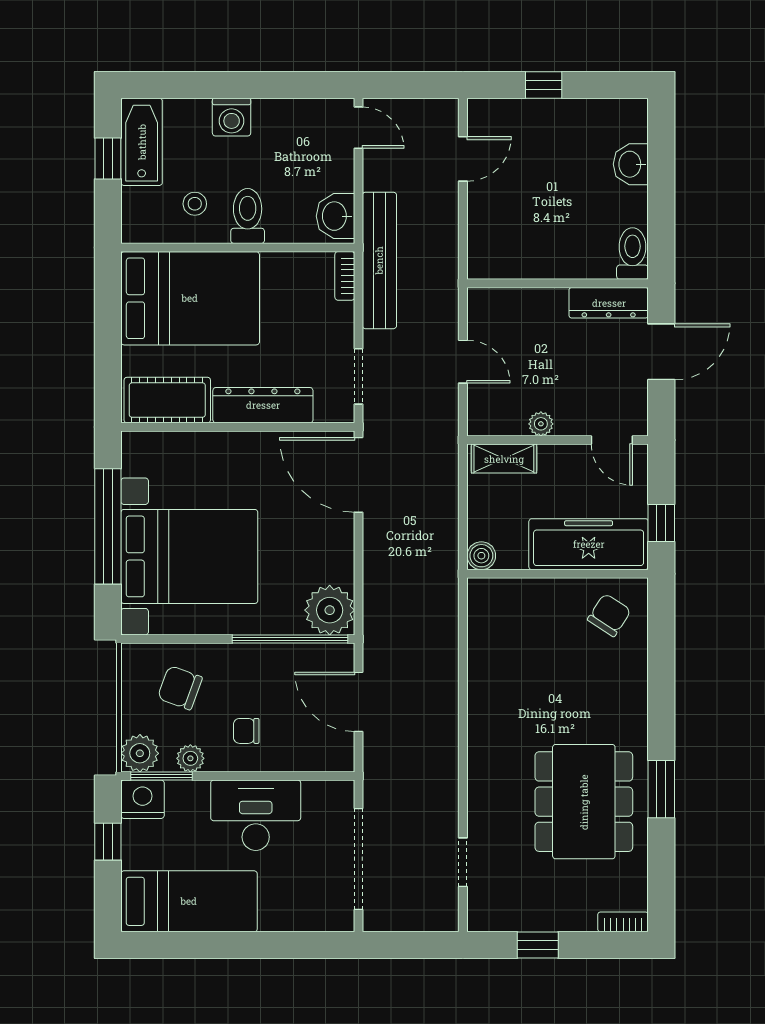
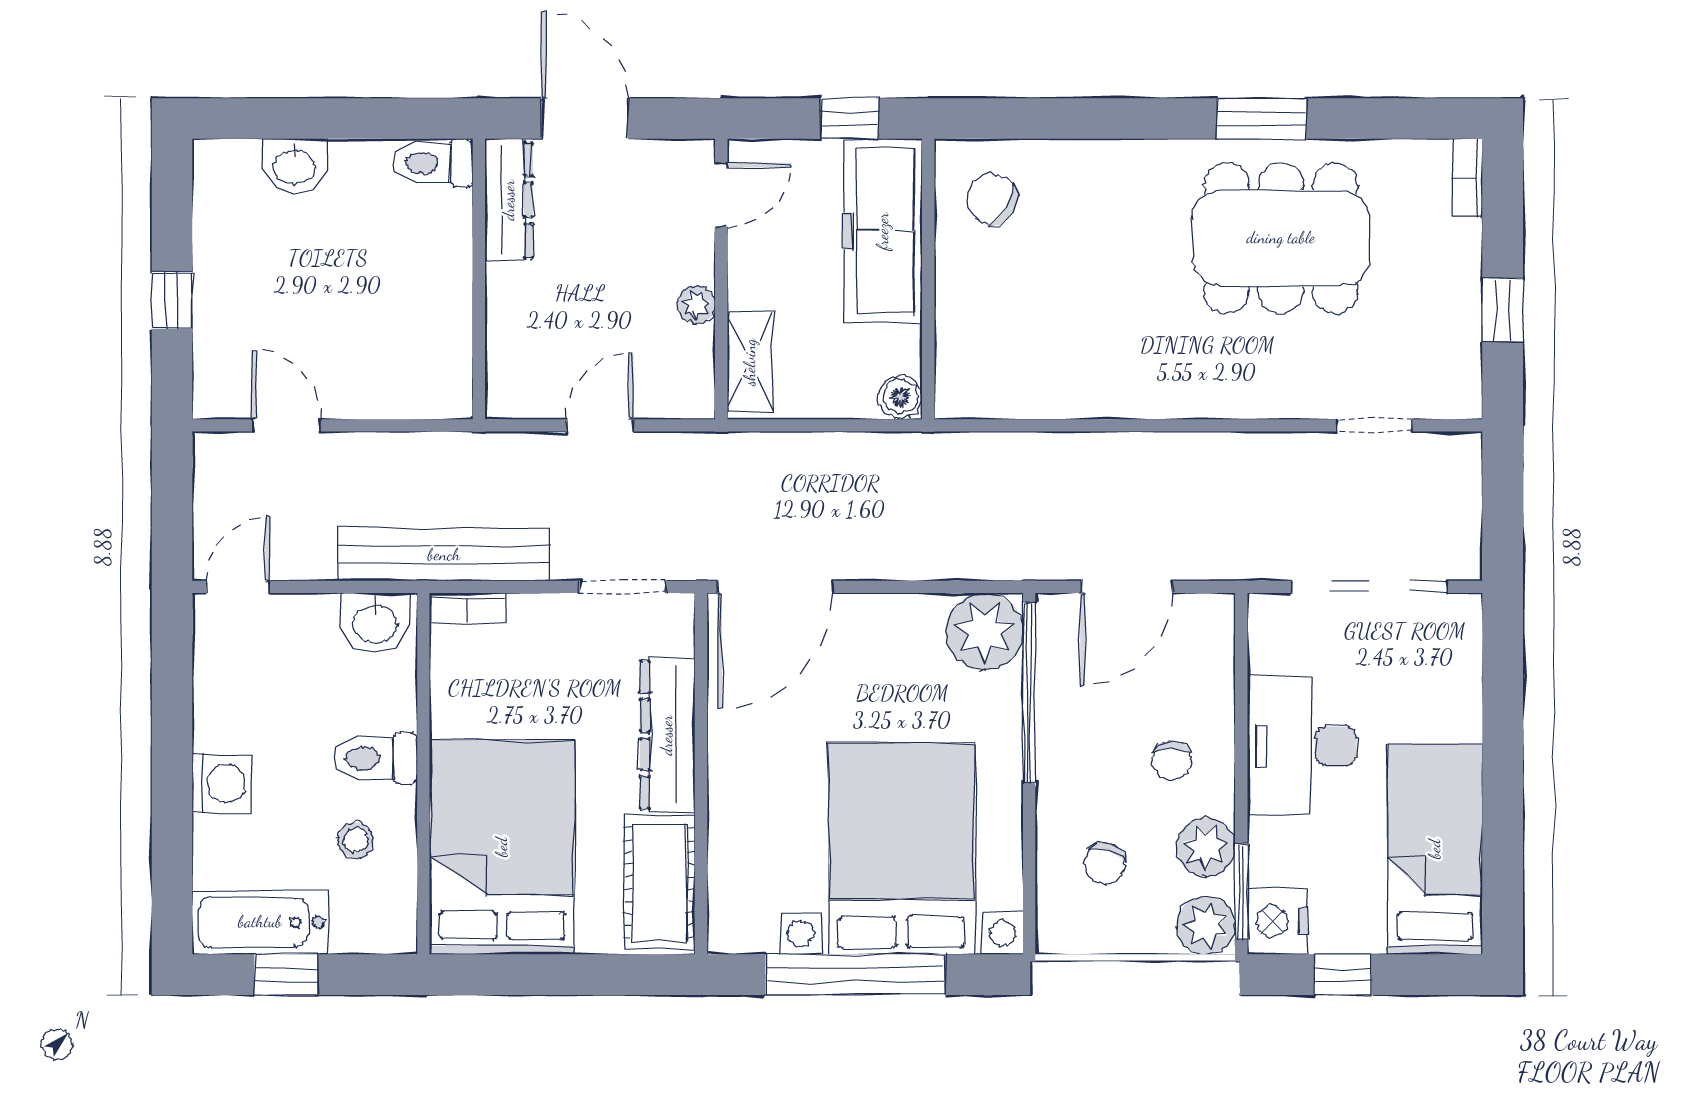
chair: (180, 688) -> (1105, 863), width x0.73, depth x0.73
plant: (190, 758) -> (1206, 847), width x1.38, depth x1.38

